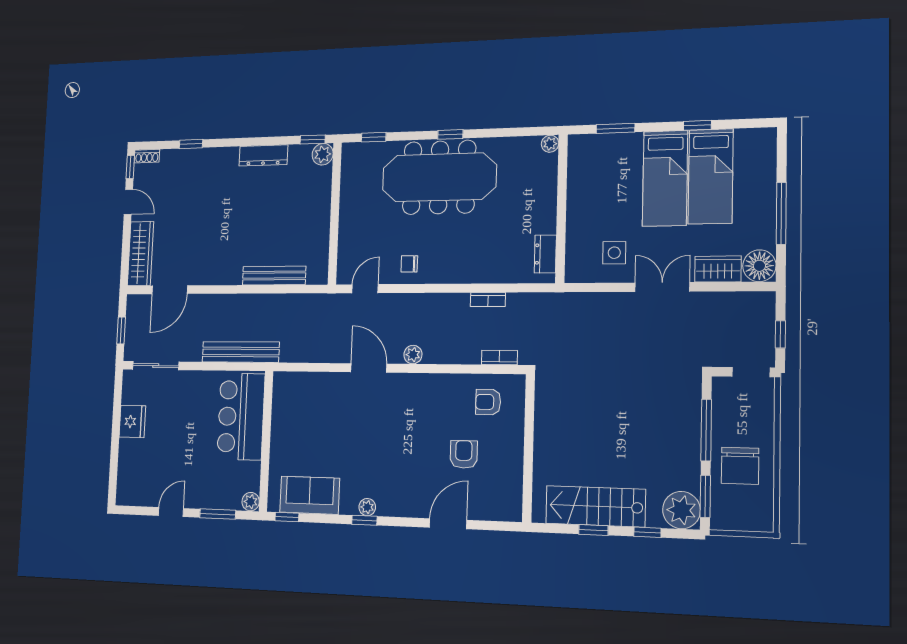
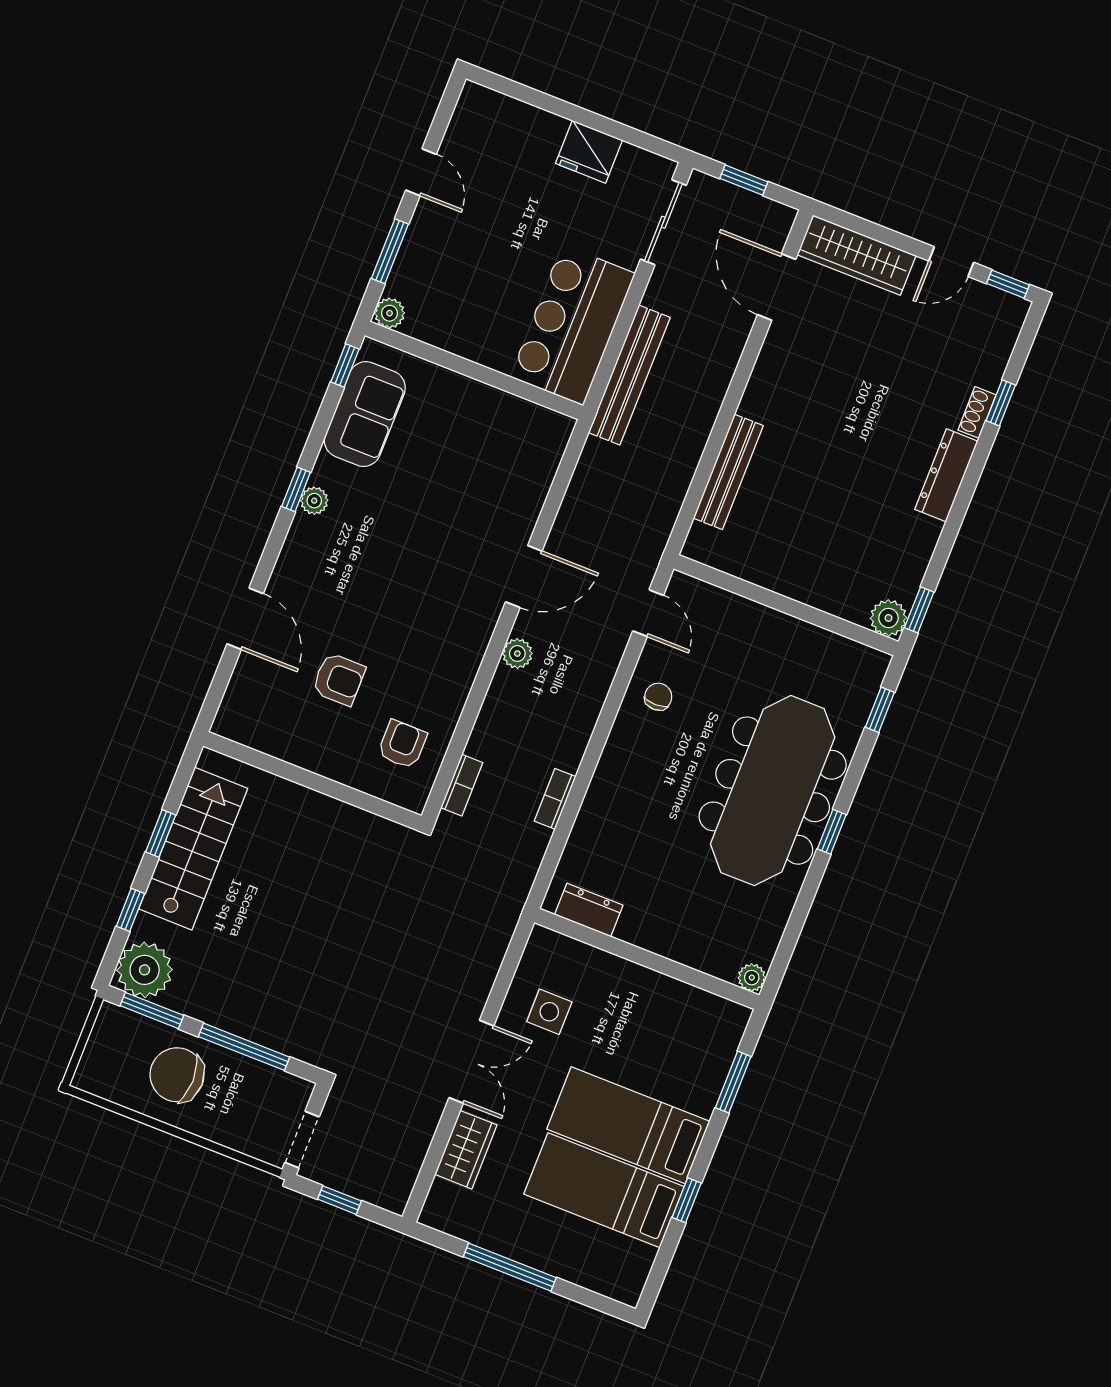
dresser: (263, 155) -> (946, 475), moved
shoe rack: (147, 156) -> (977, 412), moved
floor lamp: (759, 266) -> (447, 1209), removed
bar counter: (241, 417) -> (573, 325), moved, turned -90

